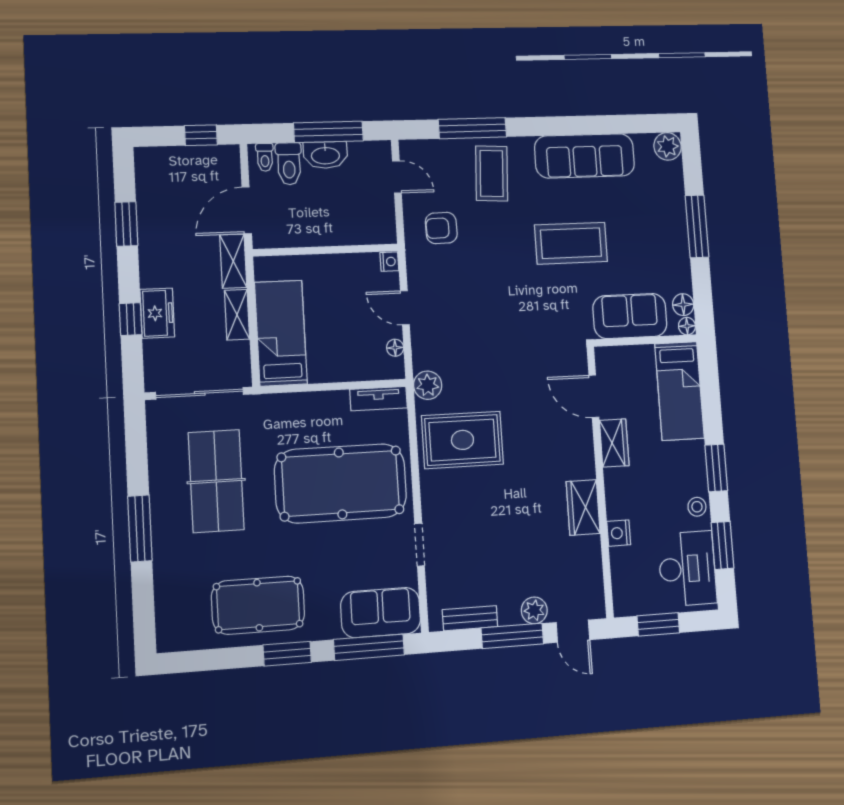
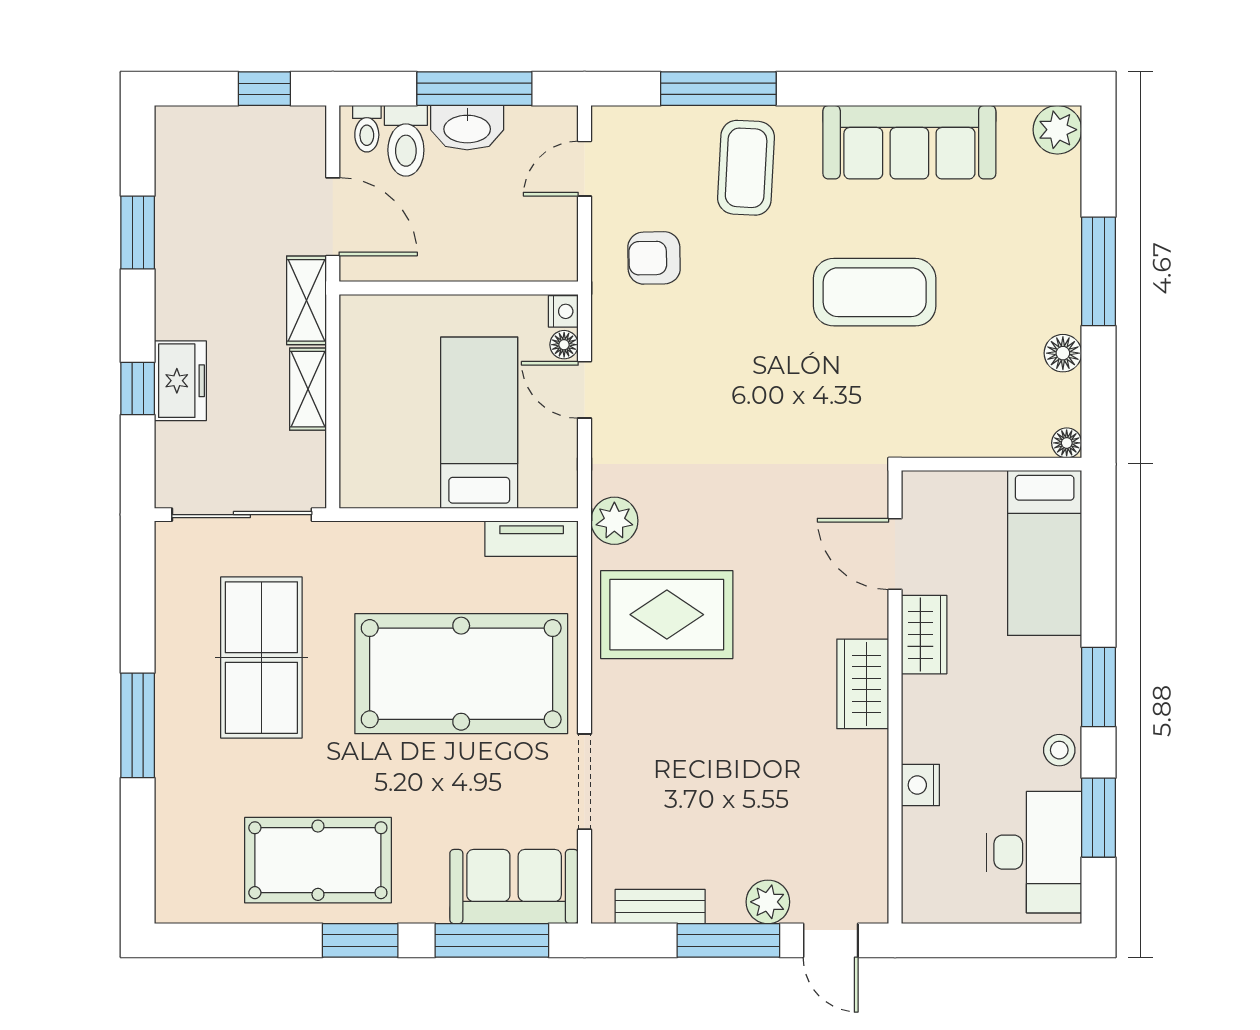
door: (397, 177) -> (585, 169), swing flipped
door: (247, 210) -> (333, 217), swing flipped
floor lamp: (683, 305) -> (1063, 353), moved
sofa: (630, 316) -> (968, 421), removed
bed: (281, 333) -> (479, 423), moved
floor lamp: (395, 348) -> (564, 345), moved
wardrobe: (583, 507) -> (863, 684), moved
doorway: (420, 545) -> (585, 782), width x1.38
window: (658, 624) -> (977, 940), removed

